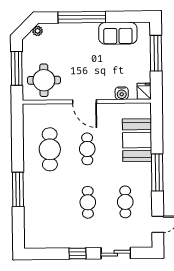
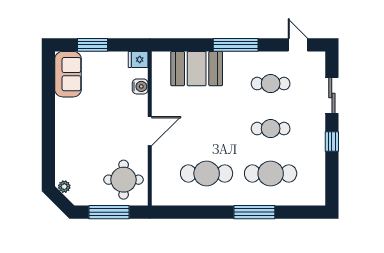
window: (82, 17) -> (48, 133), removed
sofa: (118, 33) -> (68, 74), moved
window: (156, 53) -> (93, 45), width x0.69
cafe table: (87, 149) -> (271, 173), moved, width x1.37, depth x1.35

